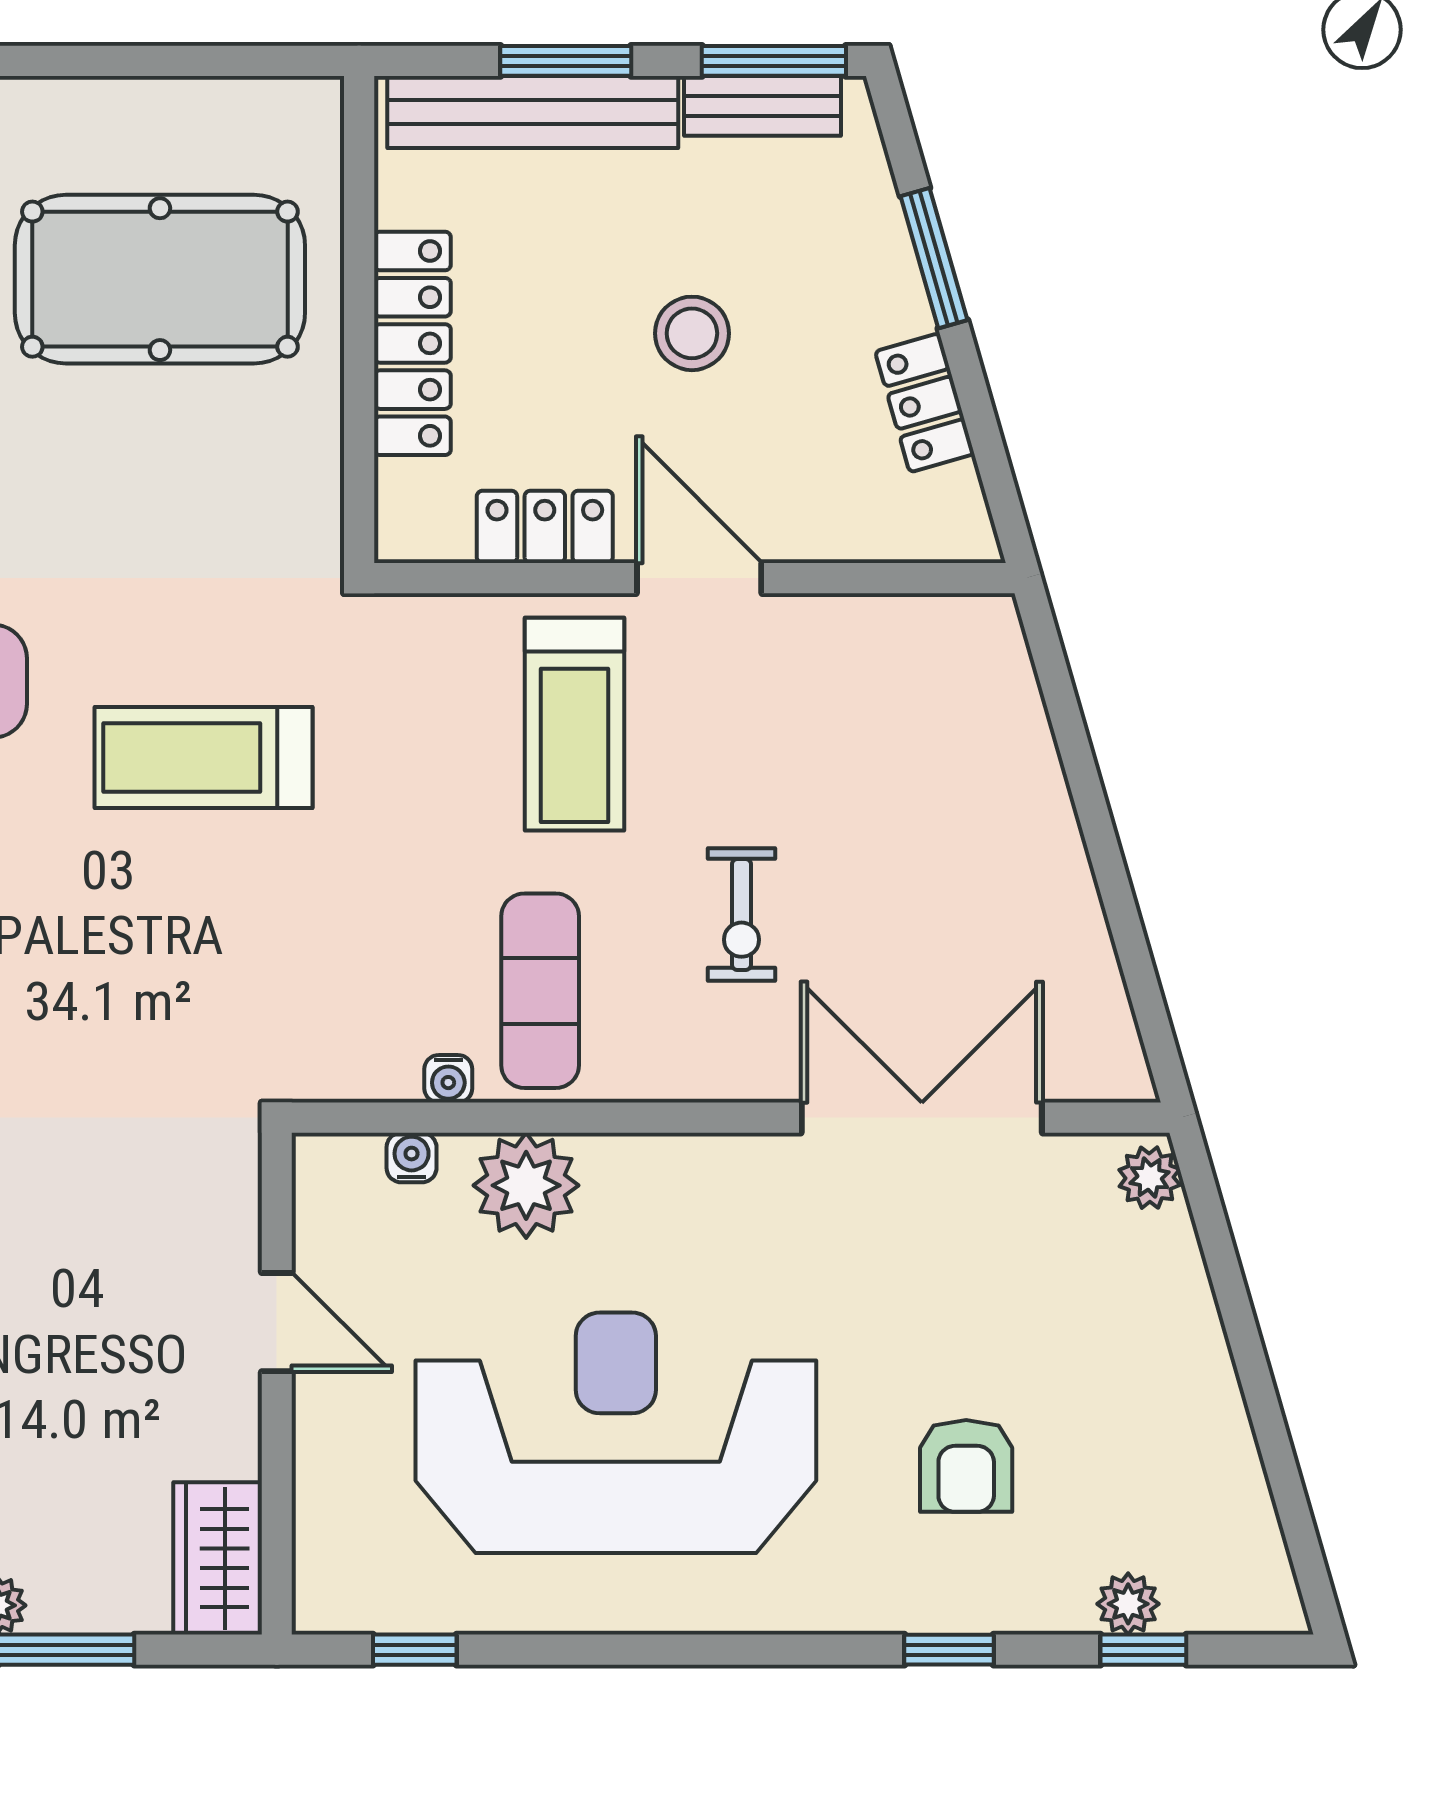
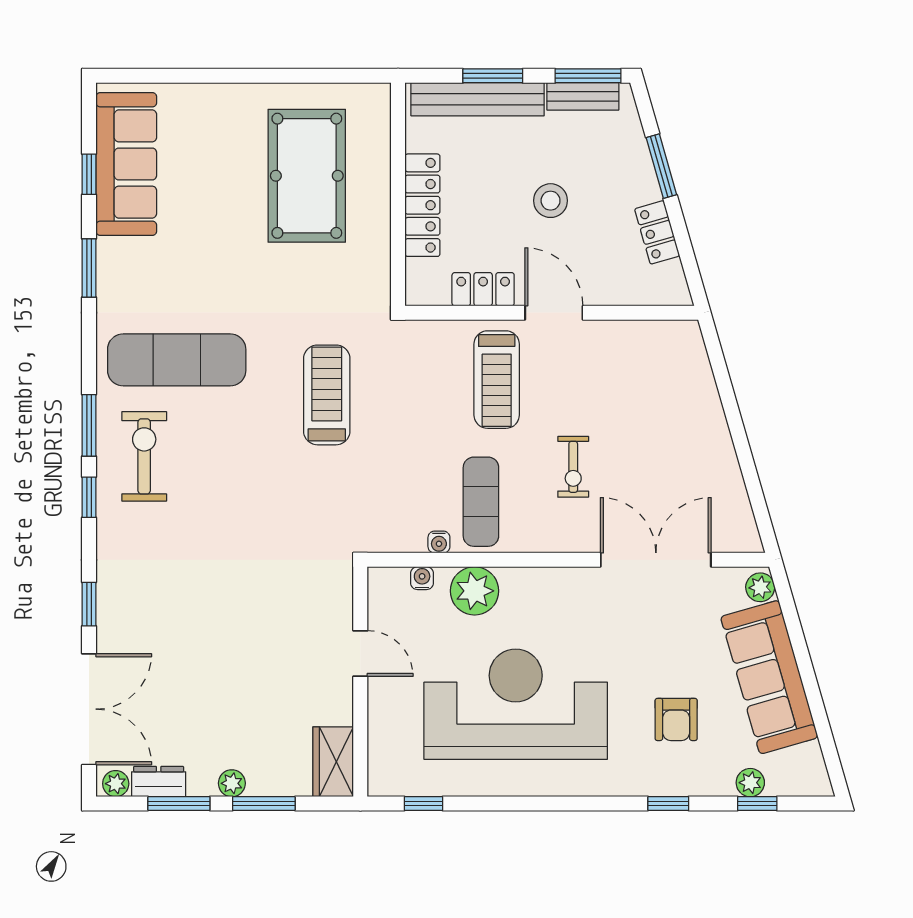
pool table: (160, 279) -> (307, 176), turned 90
treadmill: (203, 758) -> (327, 395), turned 90
sofa: (1169, 1374) -> (769, 677), added

